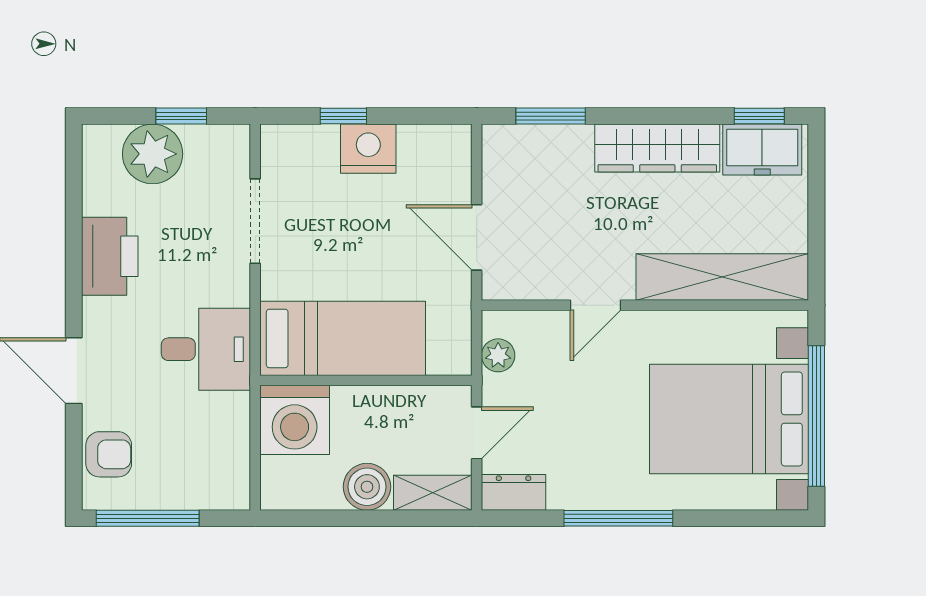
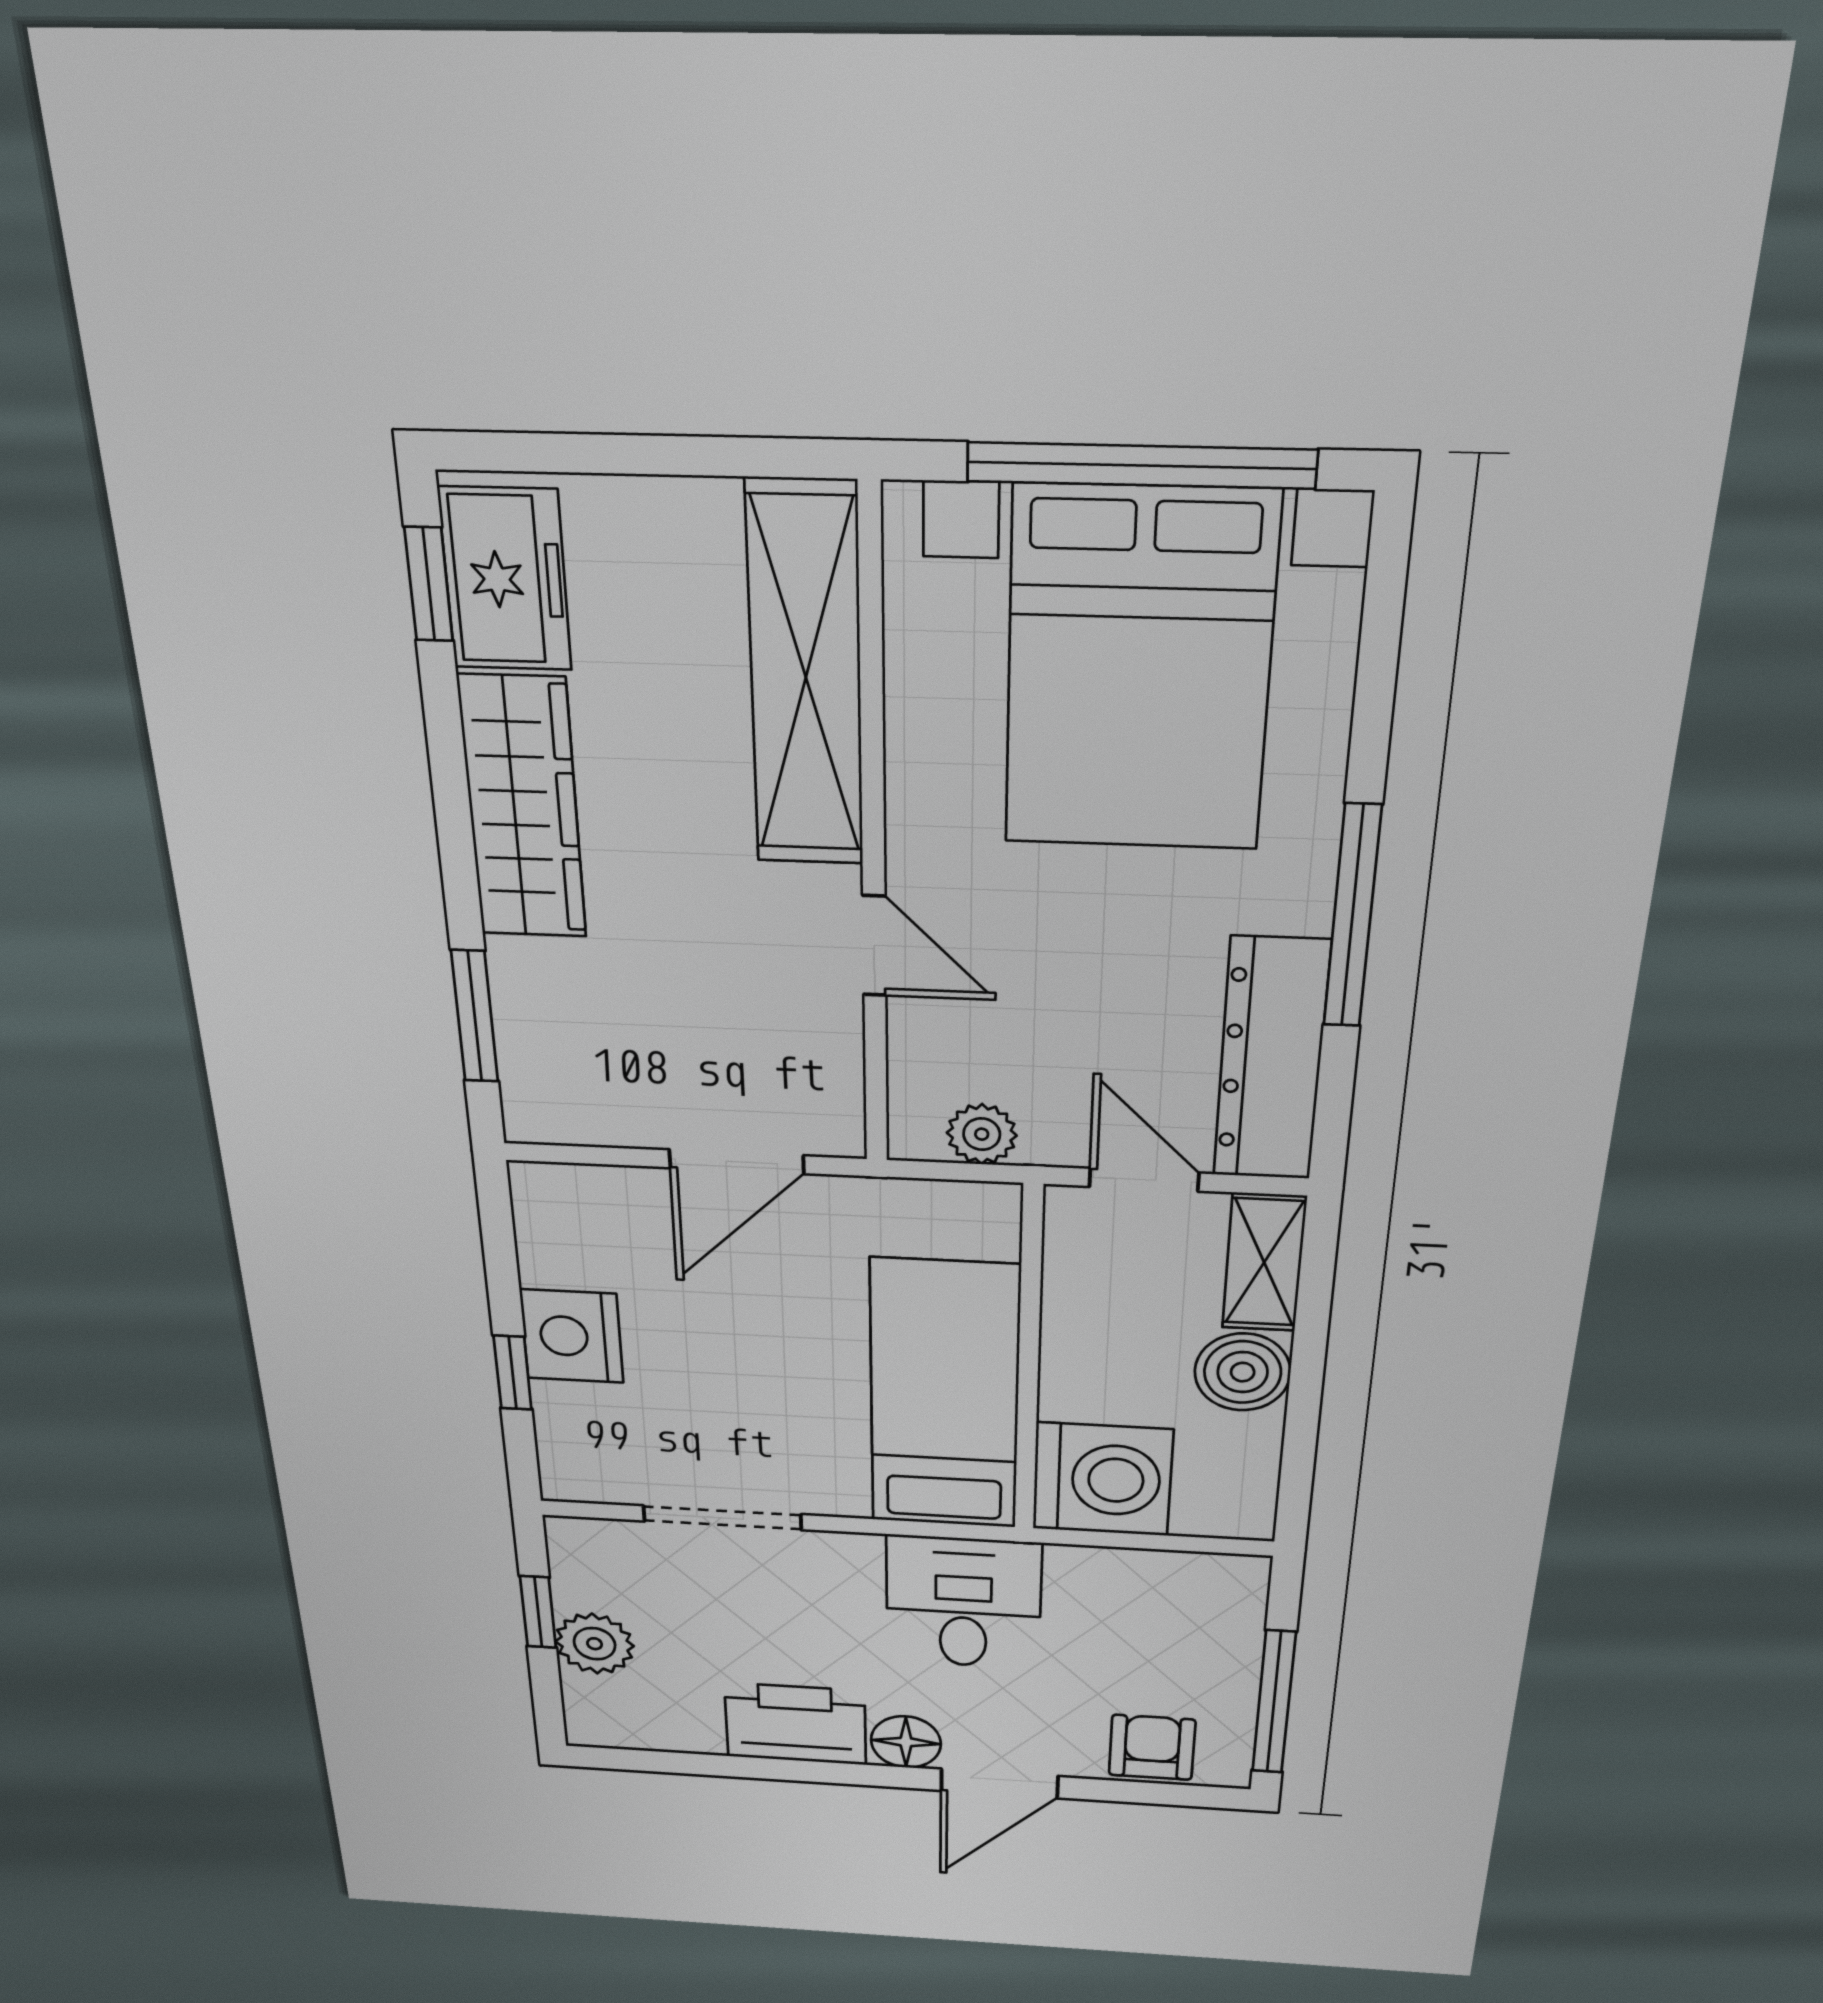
plant: (153, 154) -> (595, 1644), width x0.73, depth x0.73
floor lamp: (101, 318) -> (906, 1742), added
dresser: (514, 492) -> (1271, 1060), width x1.96, depth x1.24

